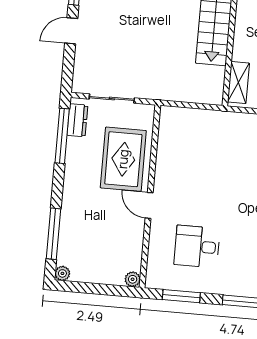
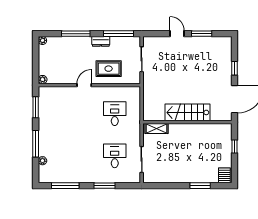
dresser: (77, 120) -> (101, 41), moved
rug: (123, 159) -> (109, 69), width x0.73, depth x0.70
window: (53, 234) -> (76, 34), moved
desk: (197, 247) -> (115, 114), moved

